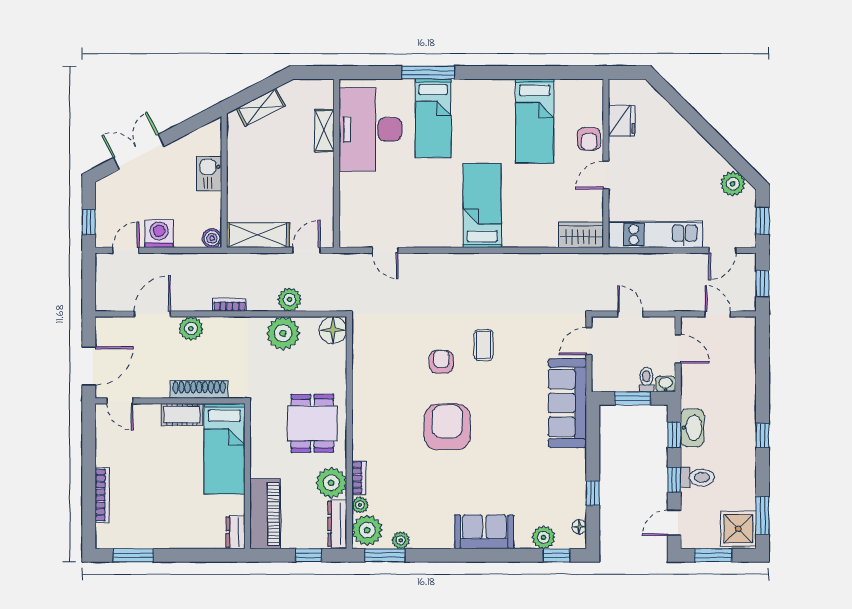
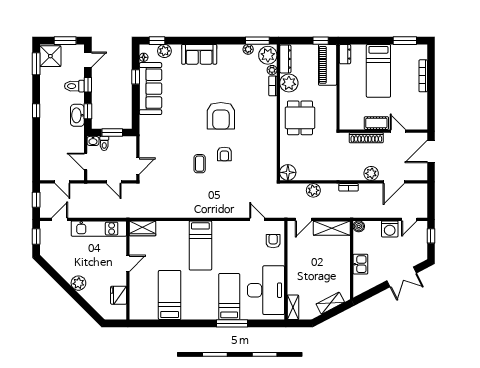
shelving: (324, 131) -> (293, 307), moved
armchair: (589, 139) -> (273, 241), moved
plant: (733, 184) -> (78, 283), moved
plant: (283, 333) -> (317, 171), removed
door: (120, 401) -> (398, 131), moved
sofa: (567, 403) -> (150, 89), moved
bed: (224, 449) -> (378, 71), moved, turned 180
window: (309, 555) -> (321, 41), moved

